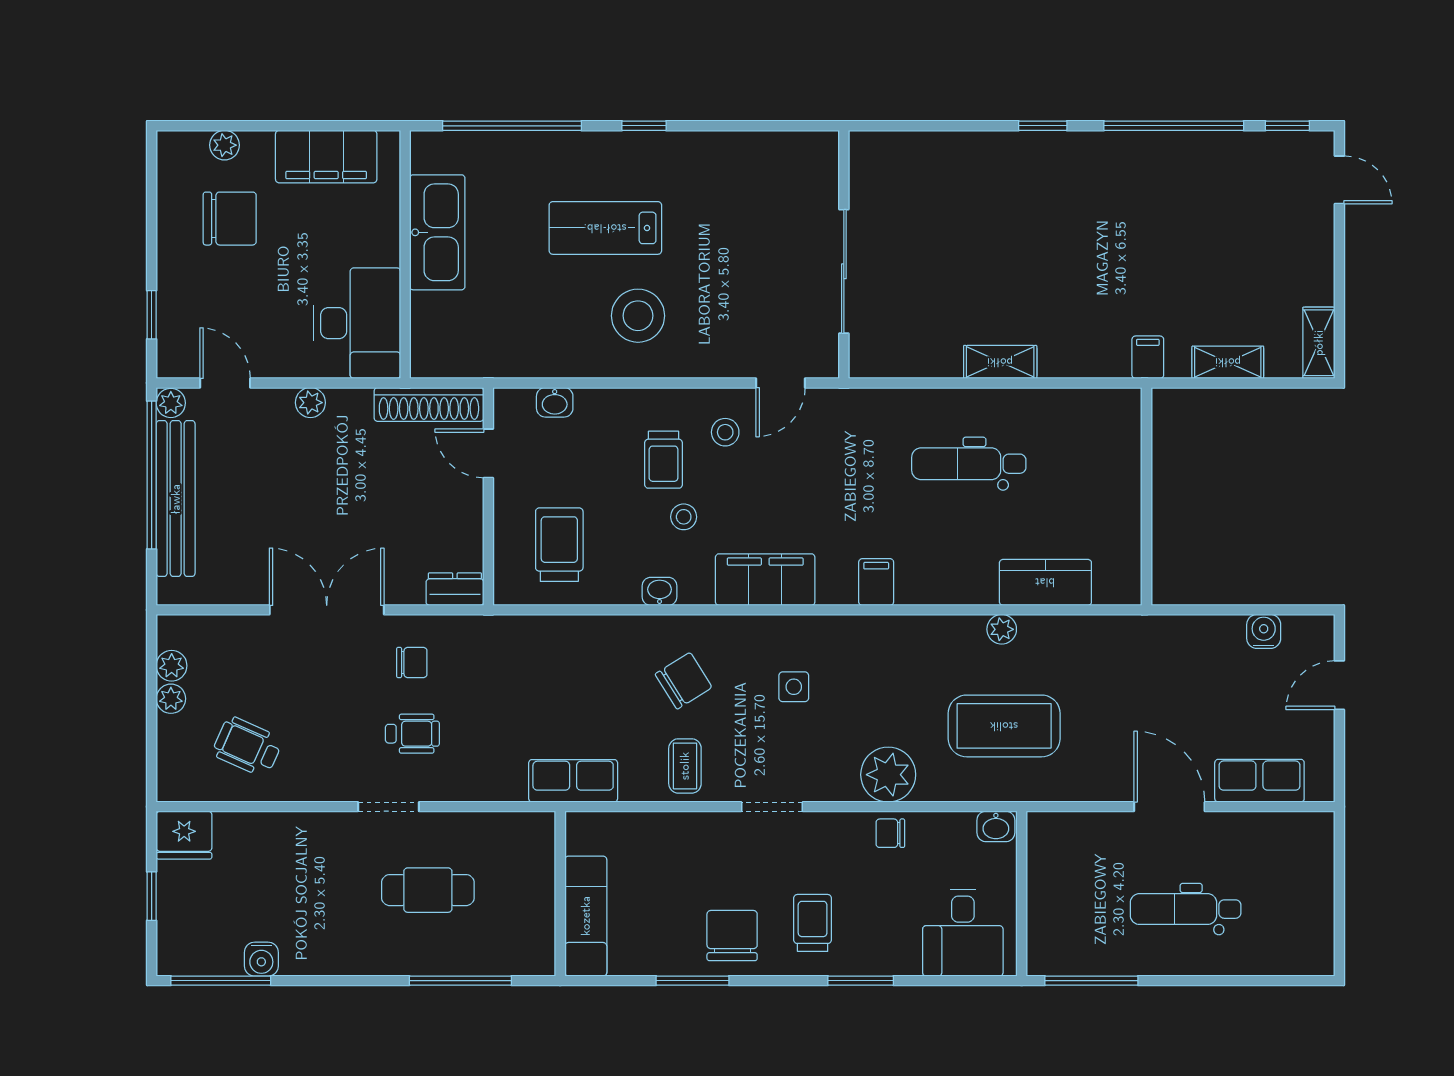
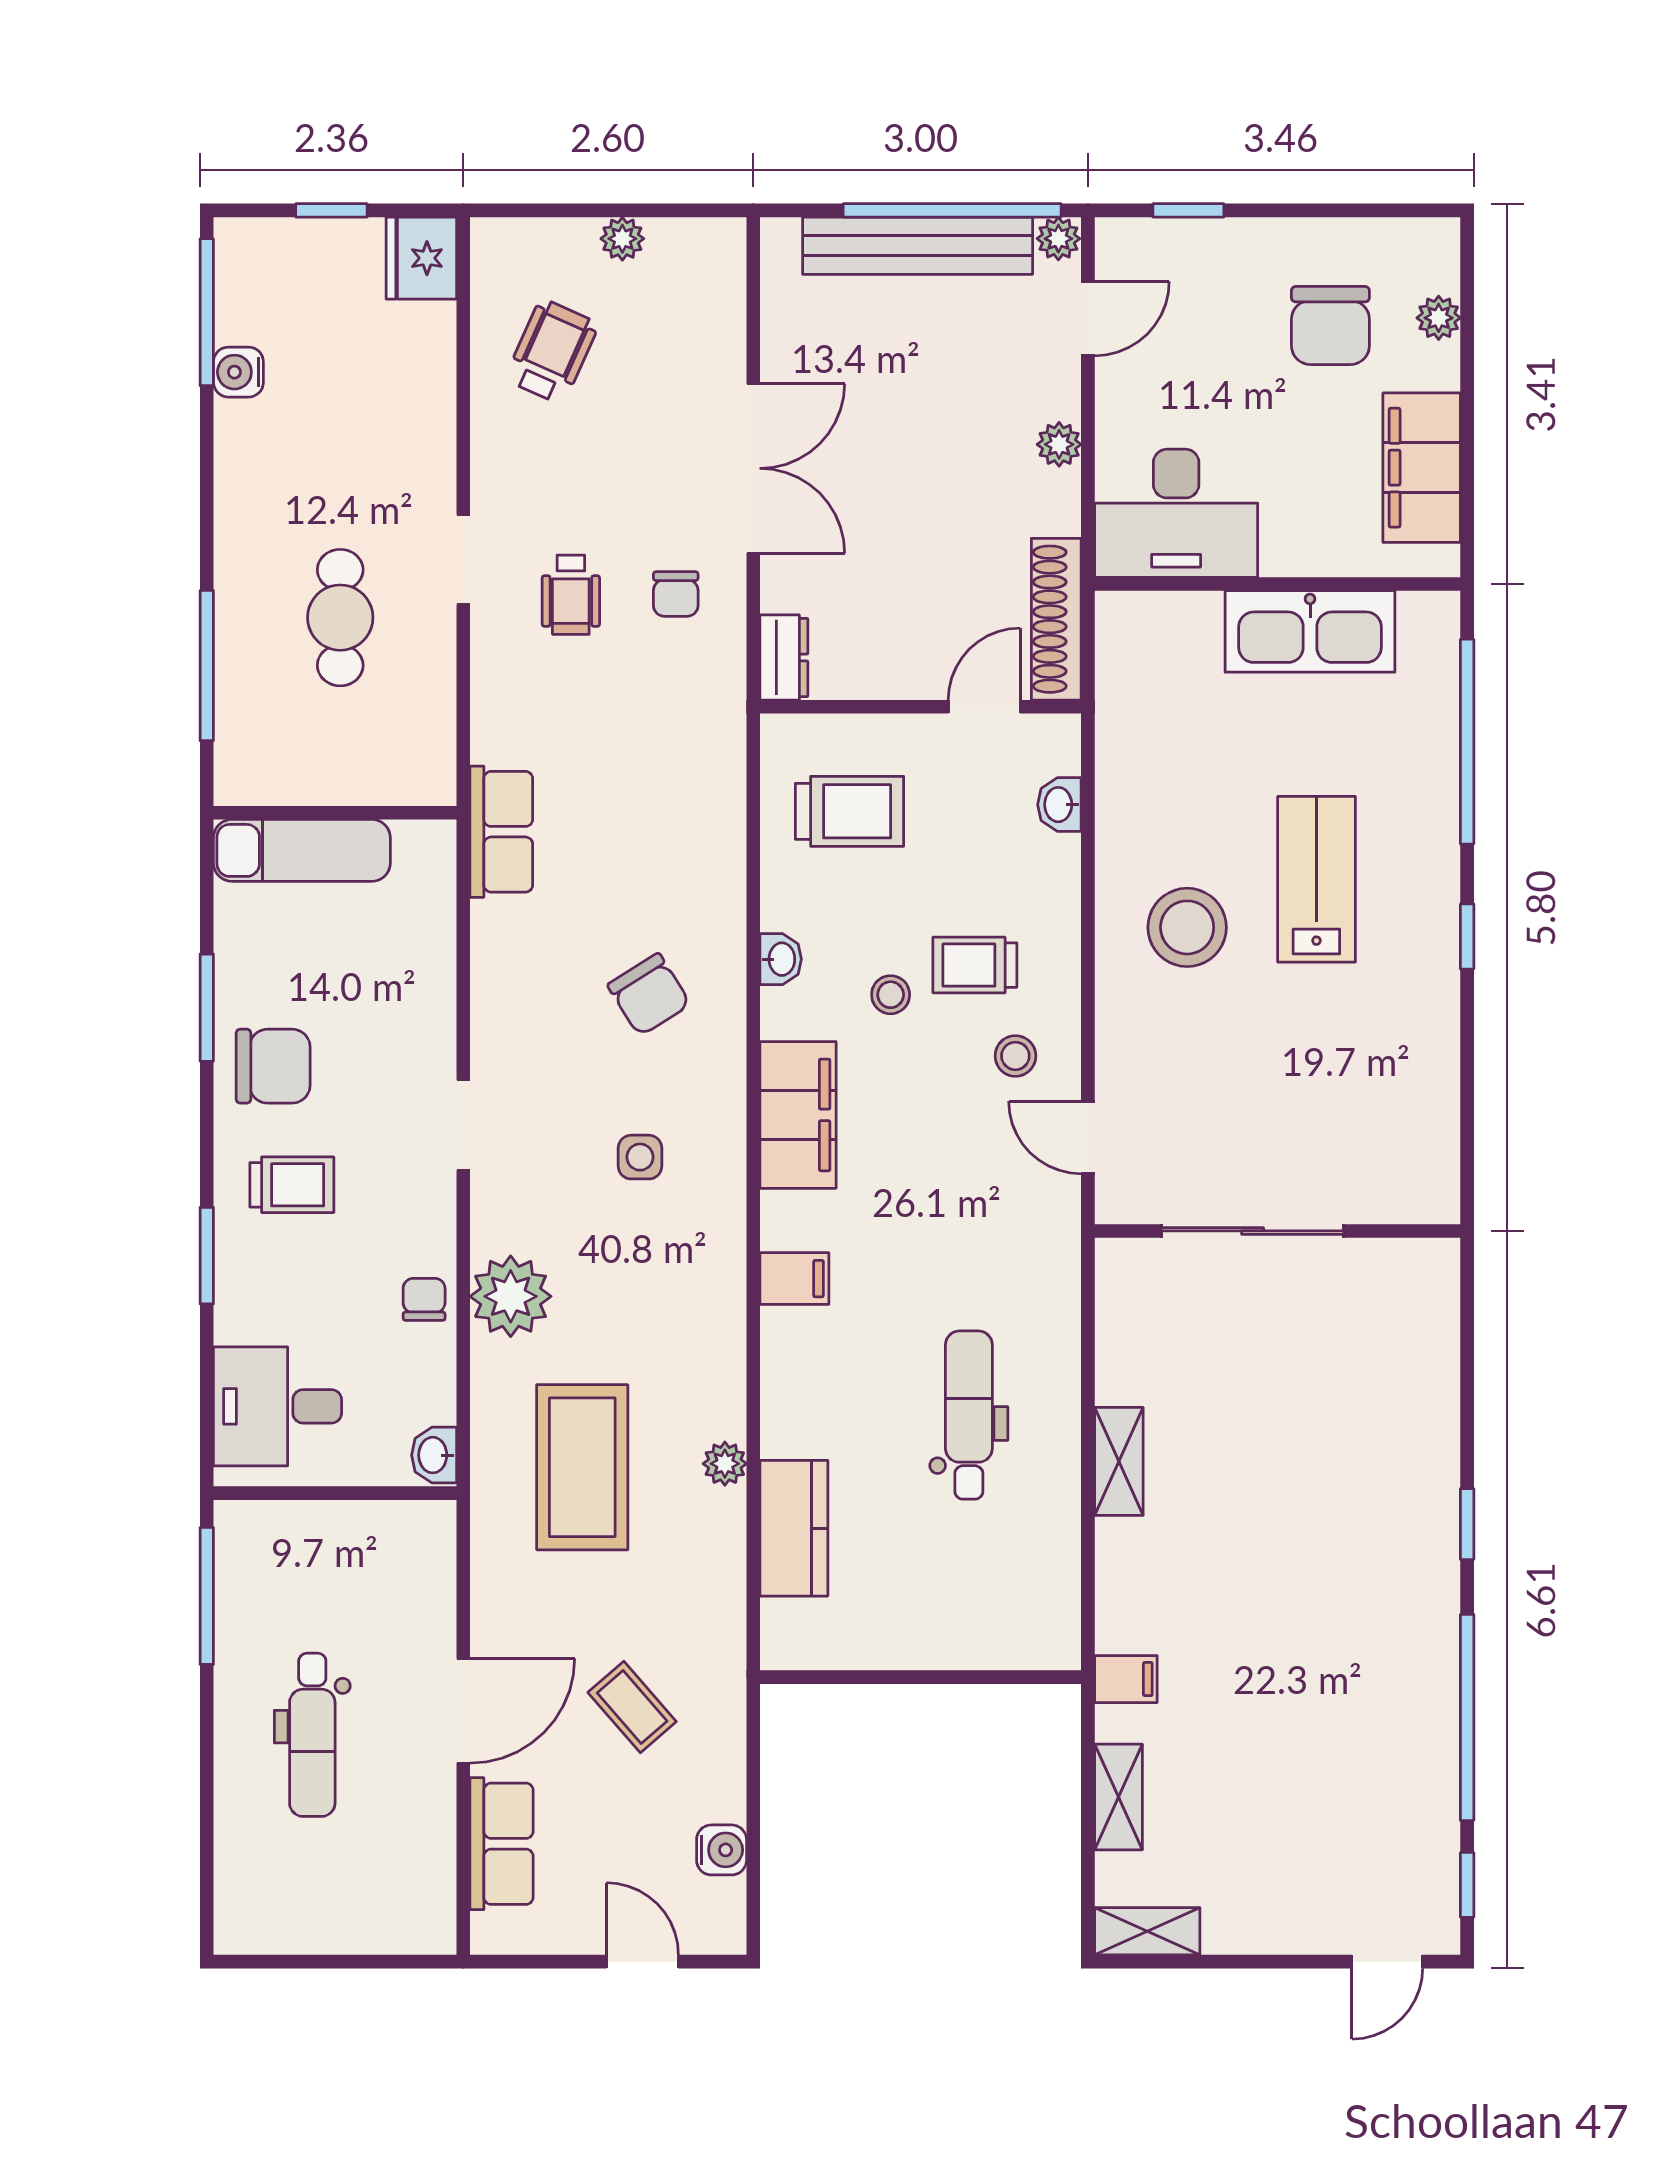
plant: (172, 666) -> (671, 240), removed
coffee table: (685, 766) -> (632, 1707), moved, turned 49
dental chair: (1186, 909) -> (312, 1735), turned 180

